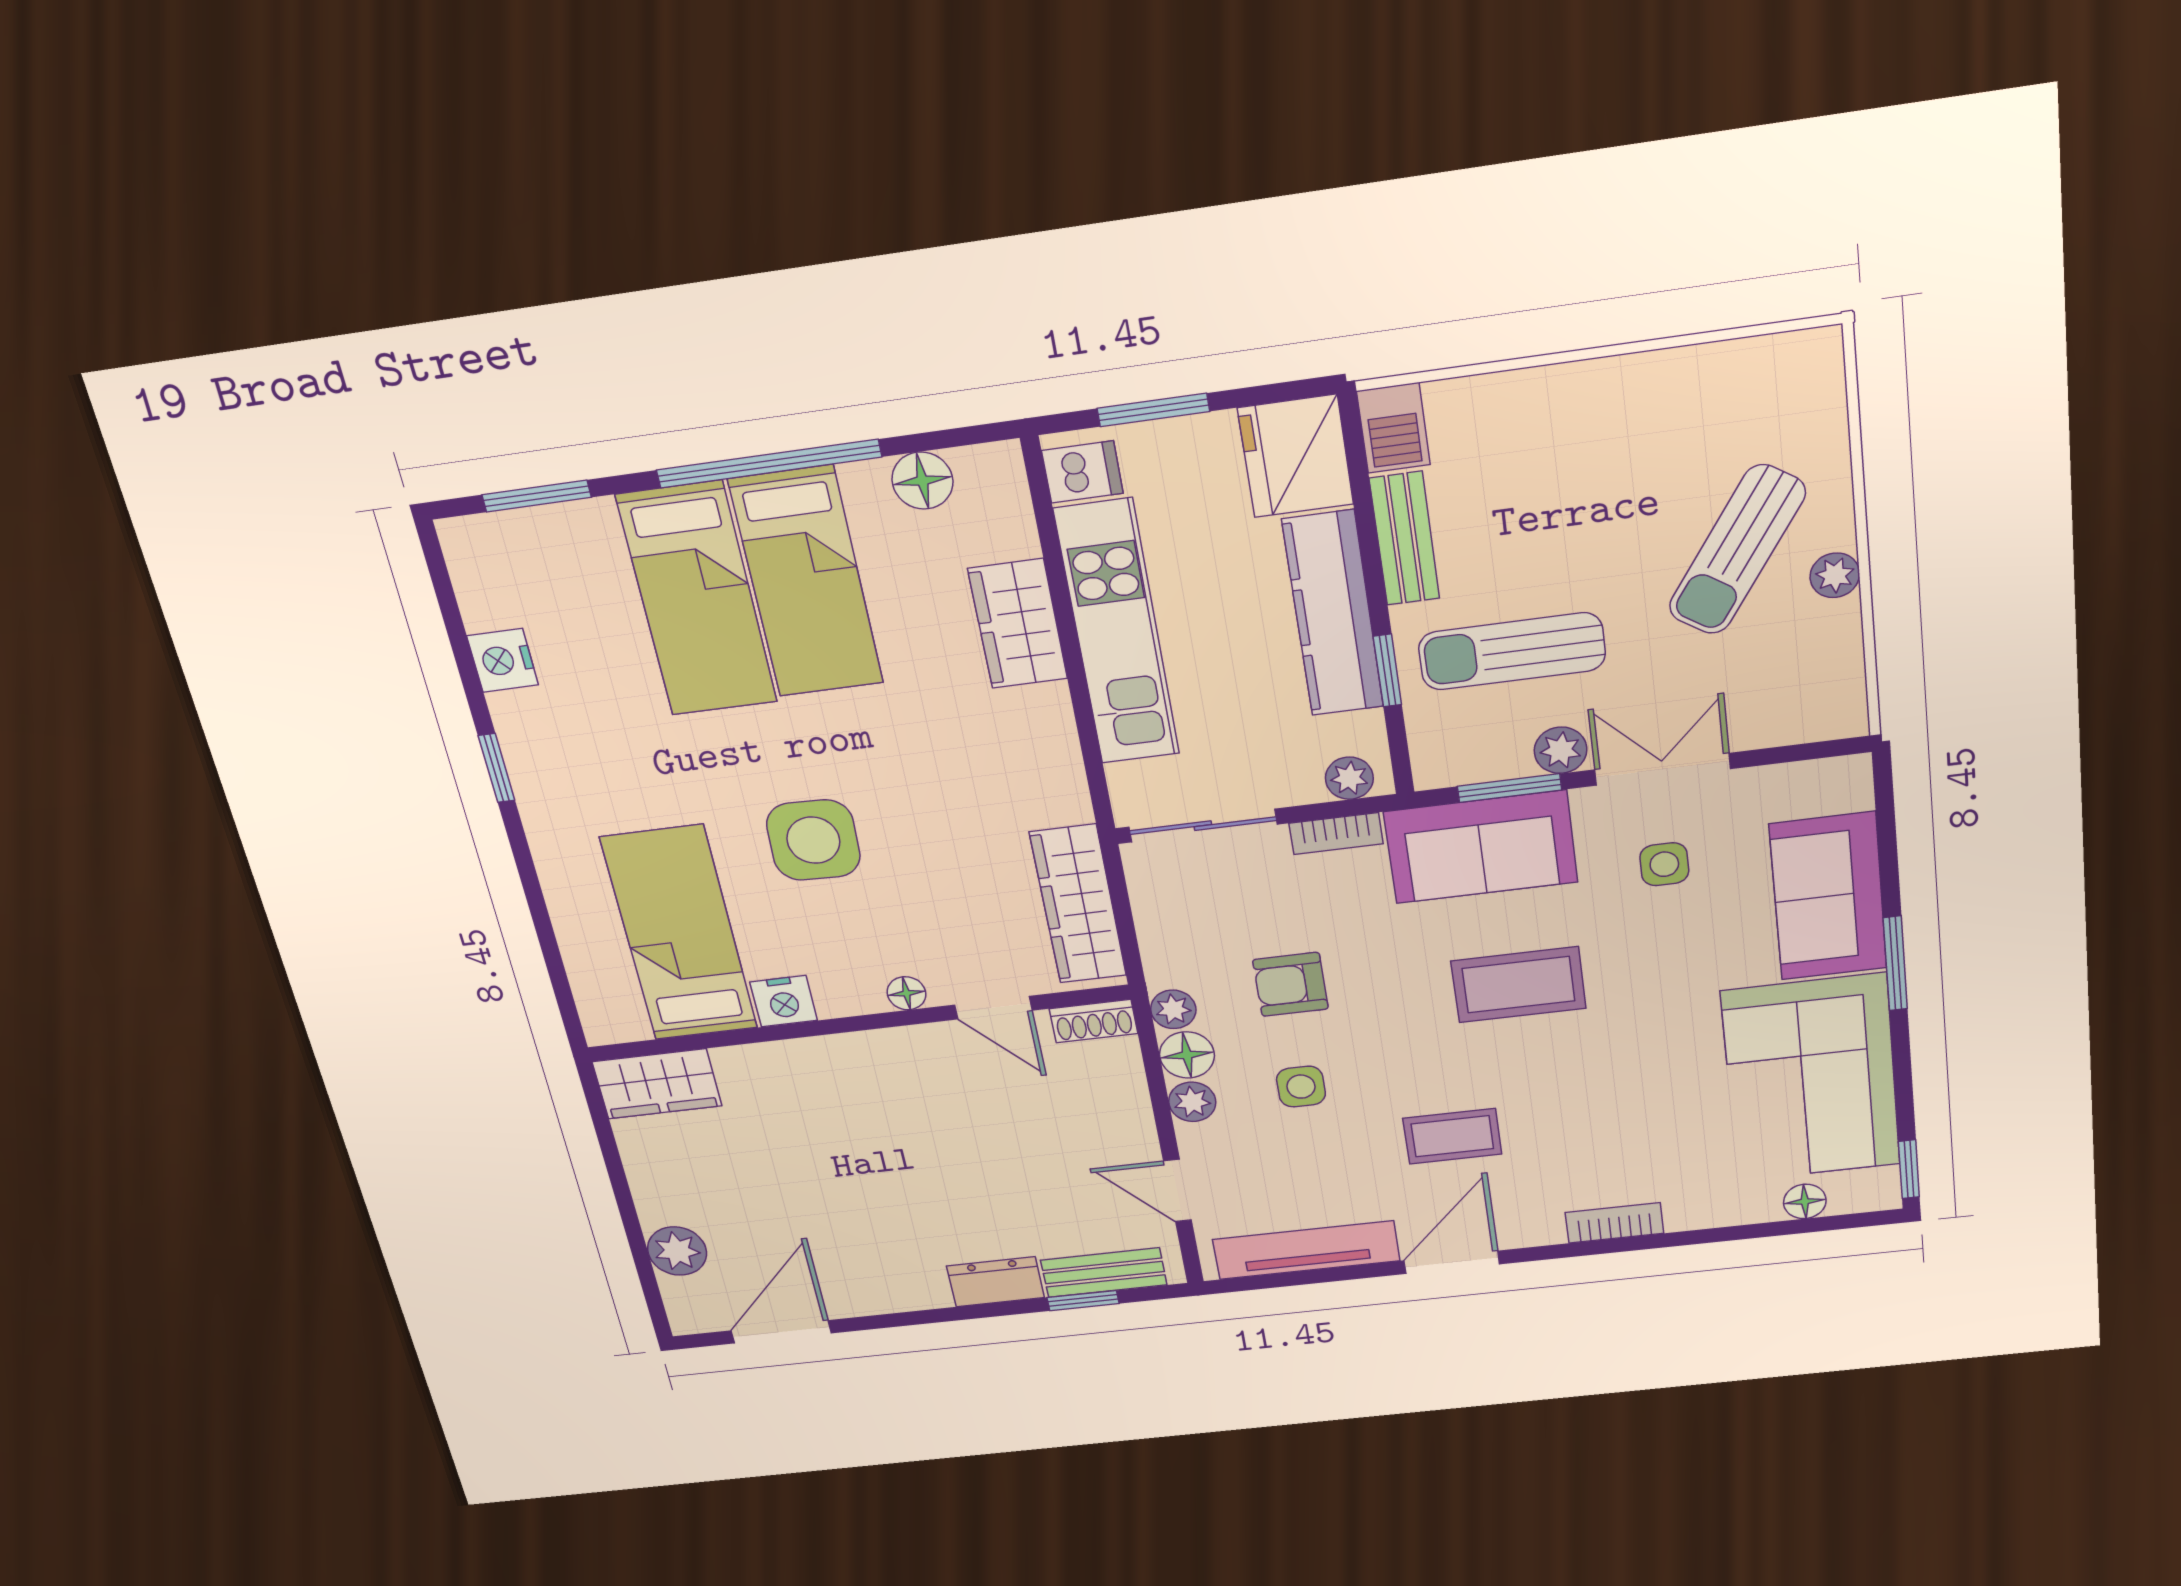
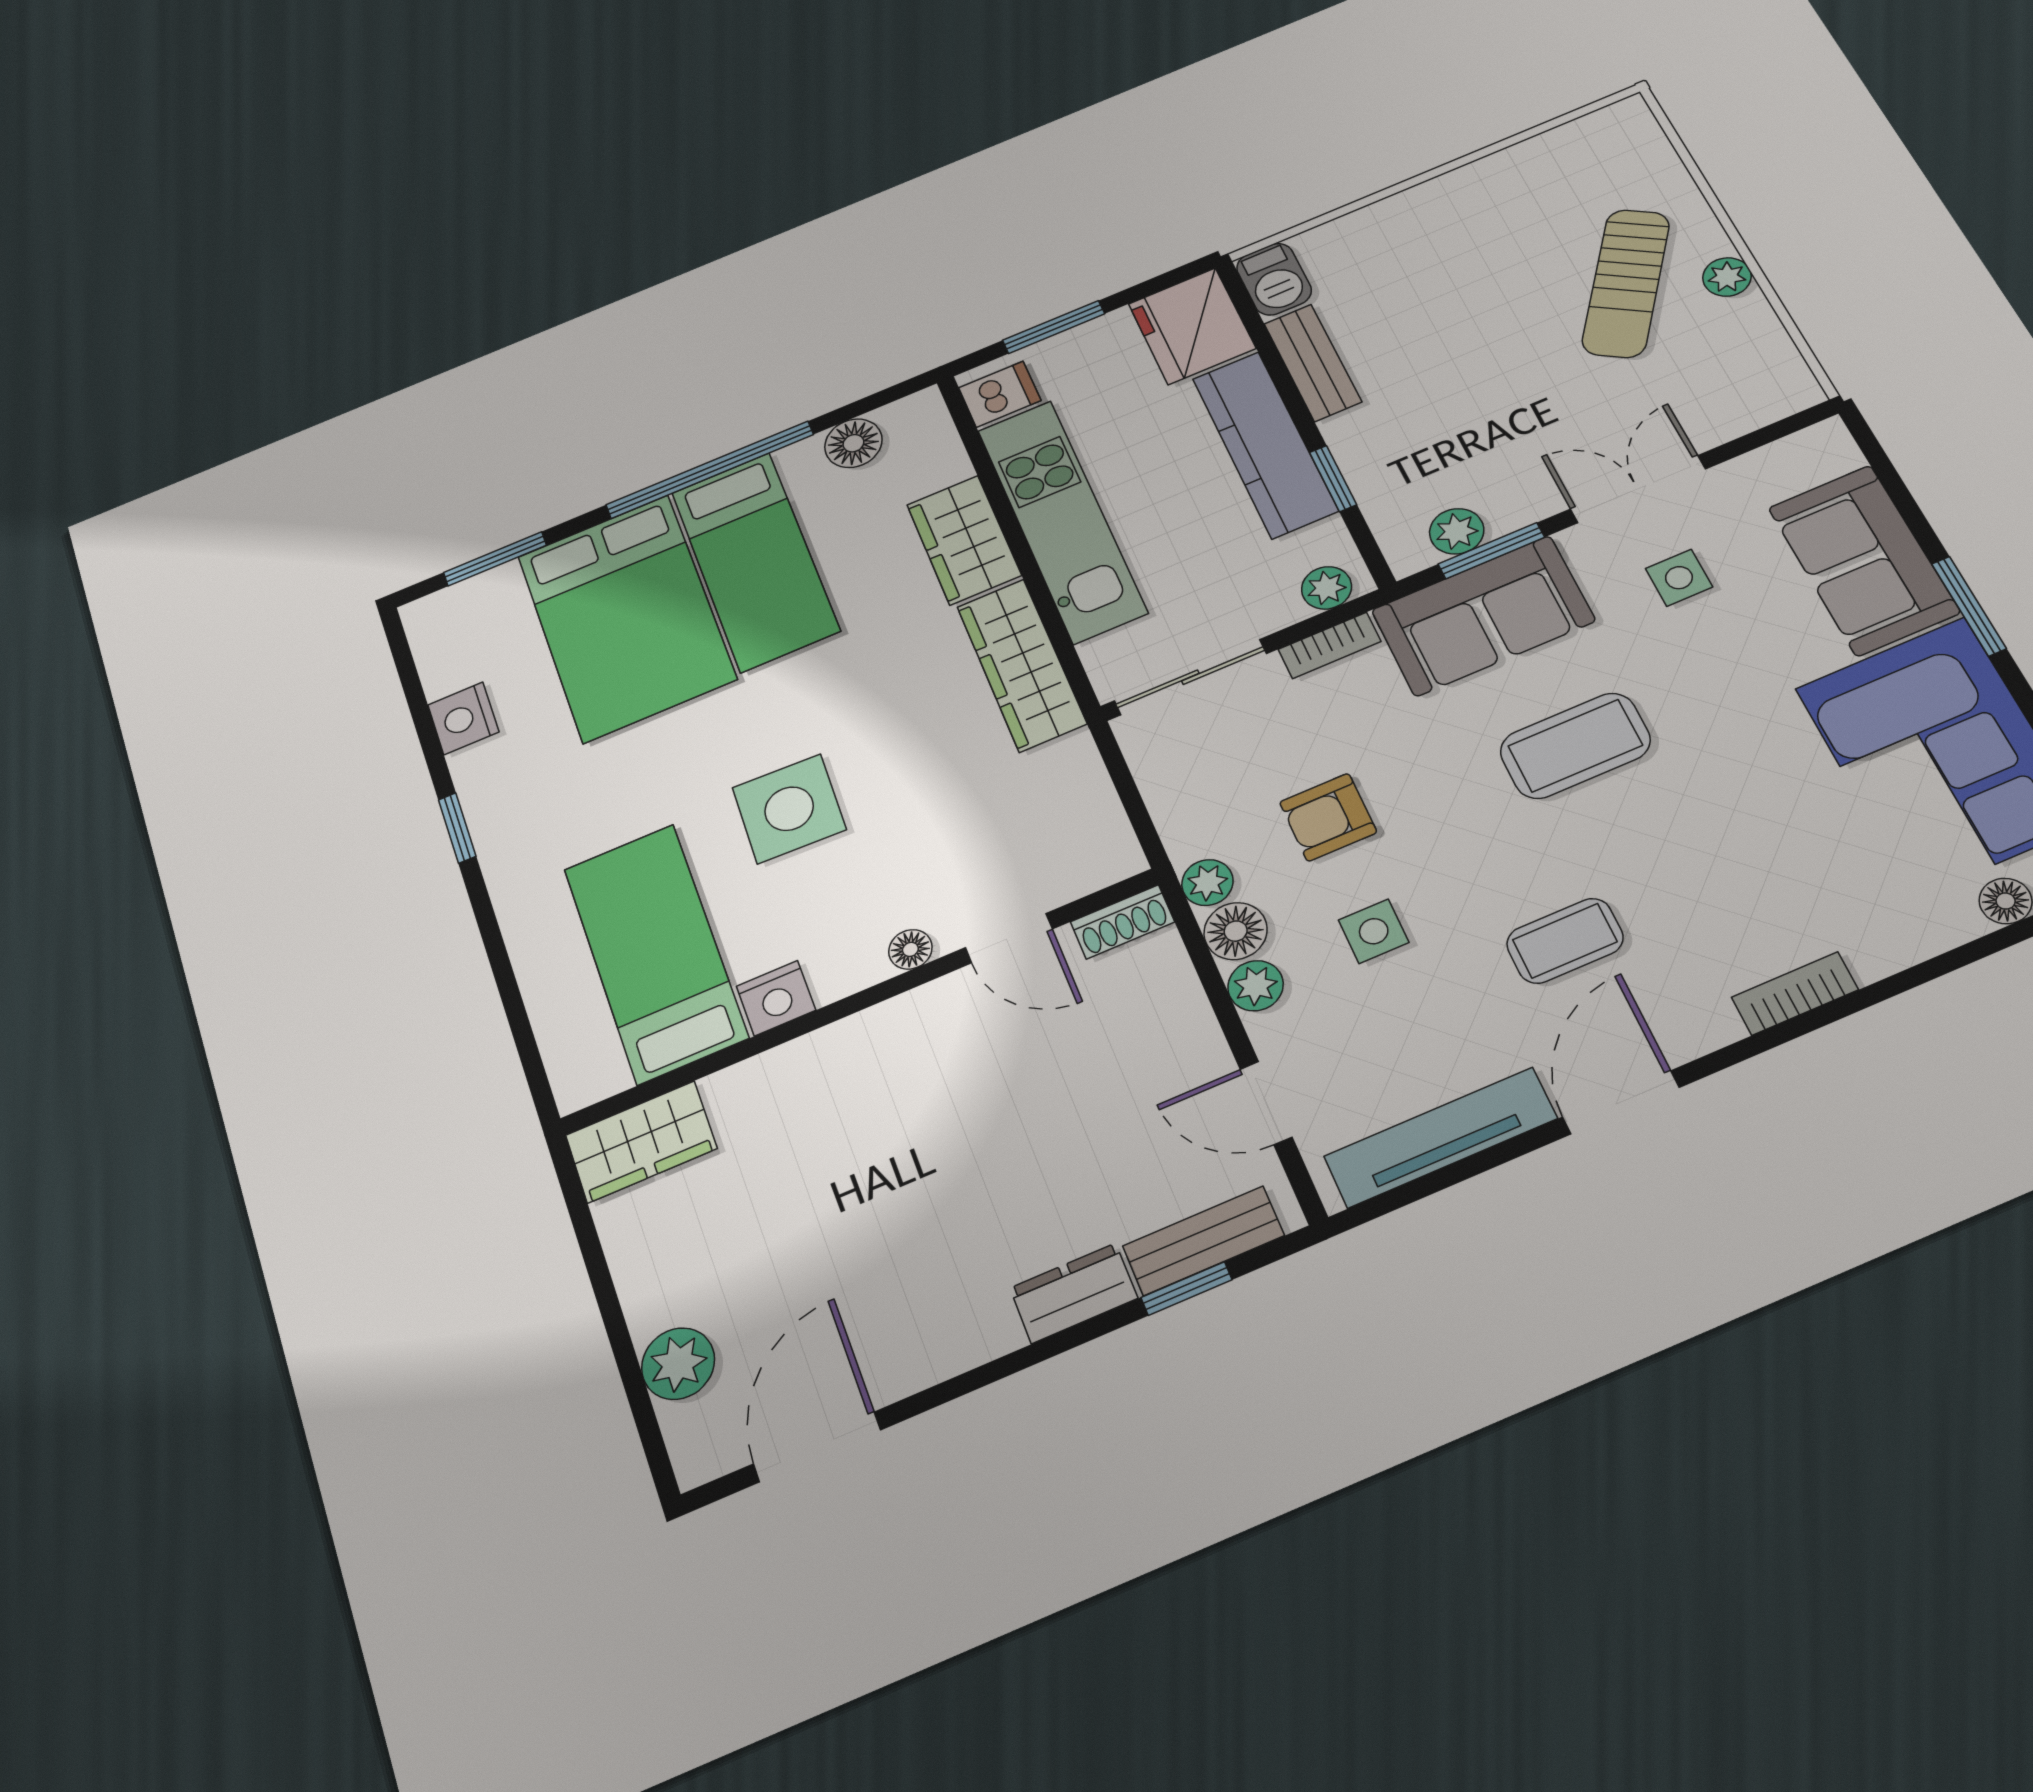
bed: (697, 599) -> (626, 617), width x1.50
sun lounger: (1512, 651) -> (1448, 427), removed
plant: (1561, 750) -> (1457, 531), moved
wardrobe: (1078, 904) -> (1022, 665), moved

